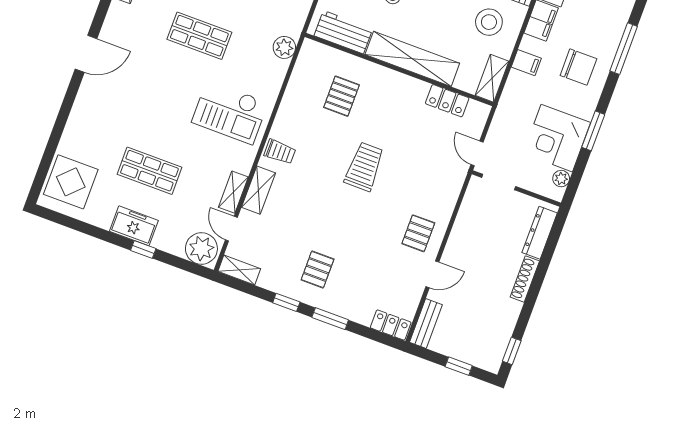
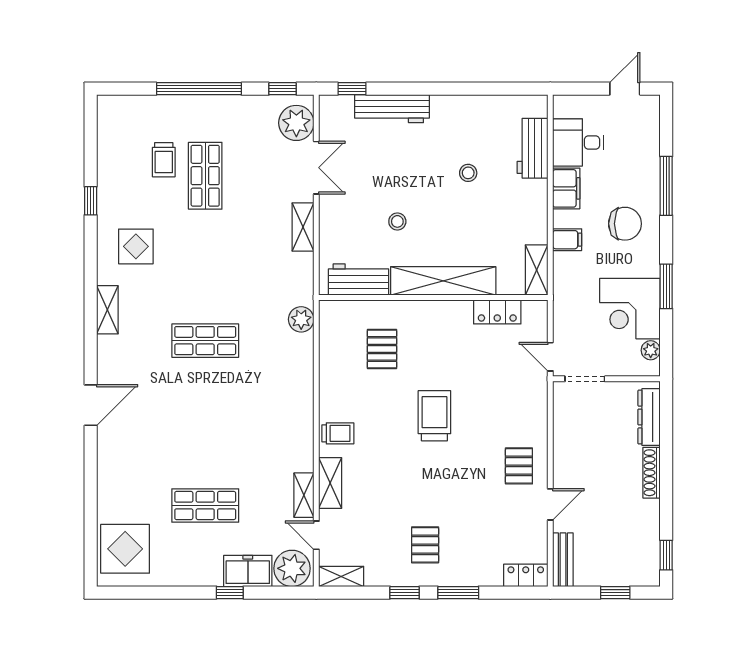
stool: (489, 22) -> (511, 211), removed
checkout: (230, 112) -> (268, 411), removed
freezer: (134, 226) -> (248, 571), moved

